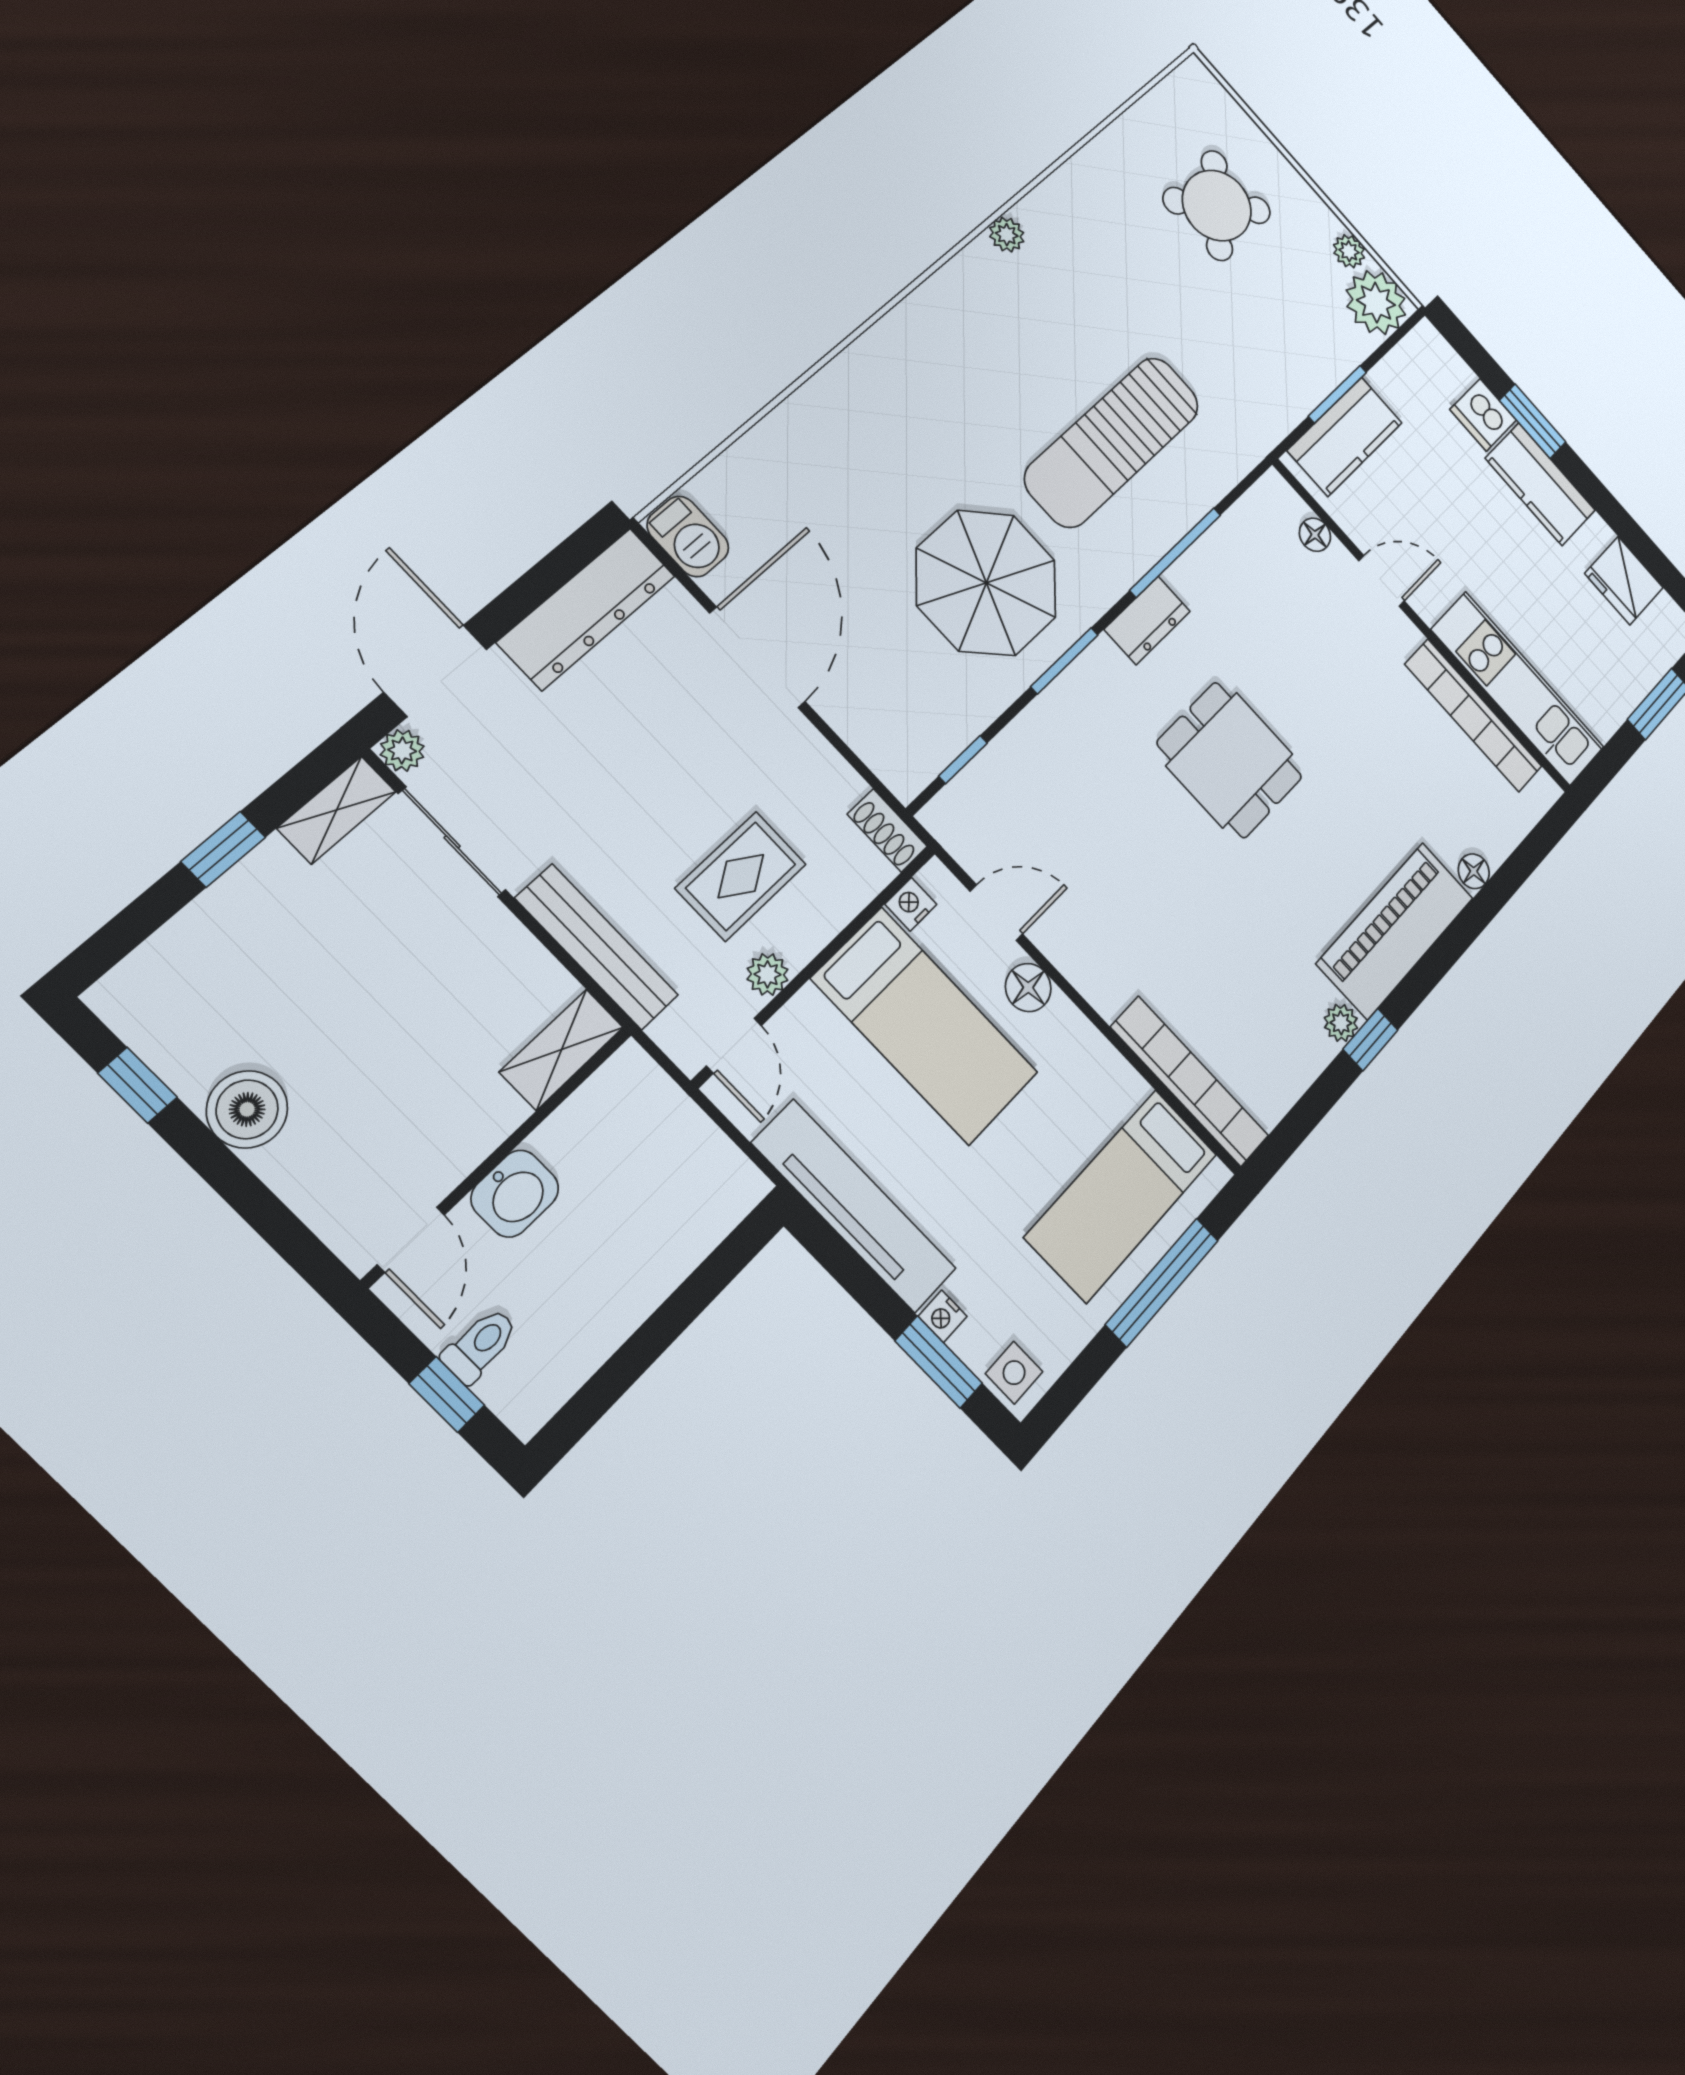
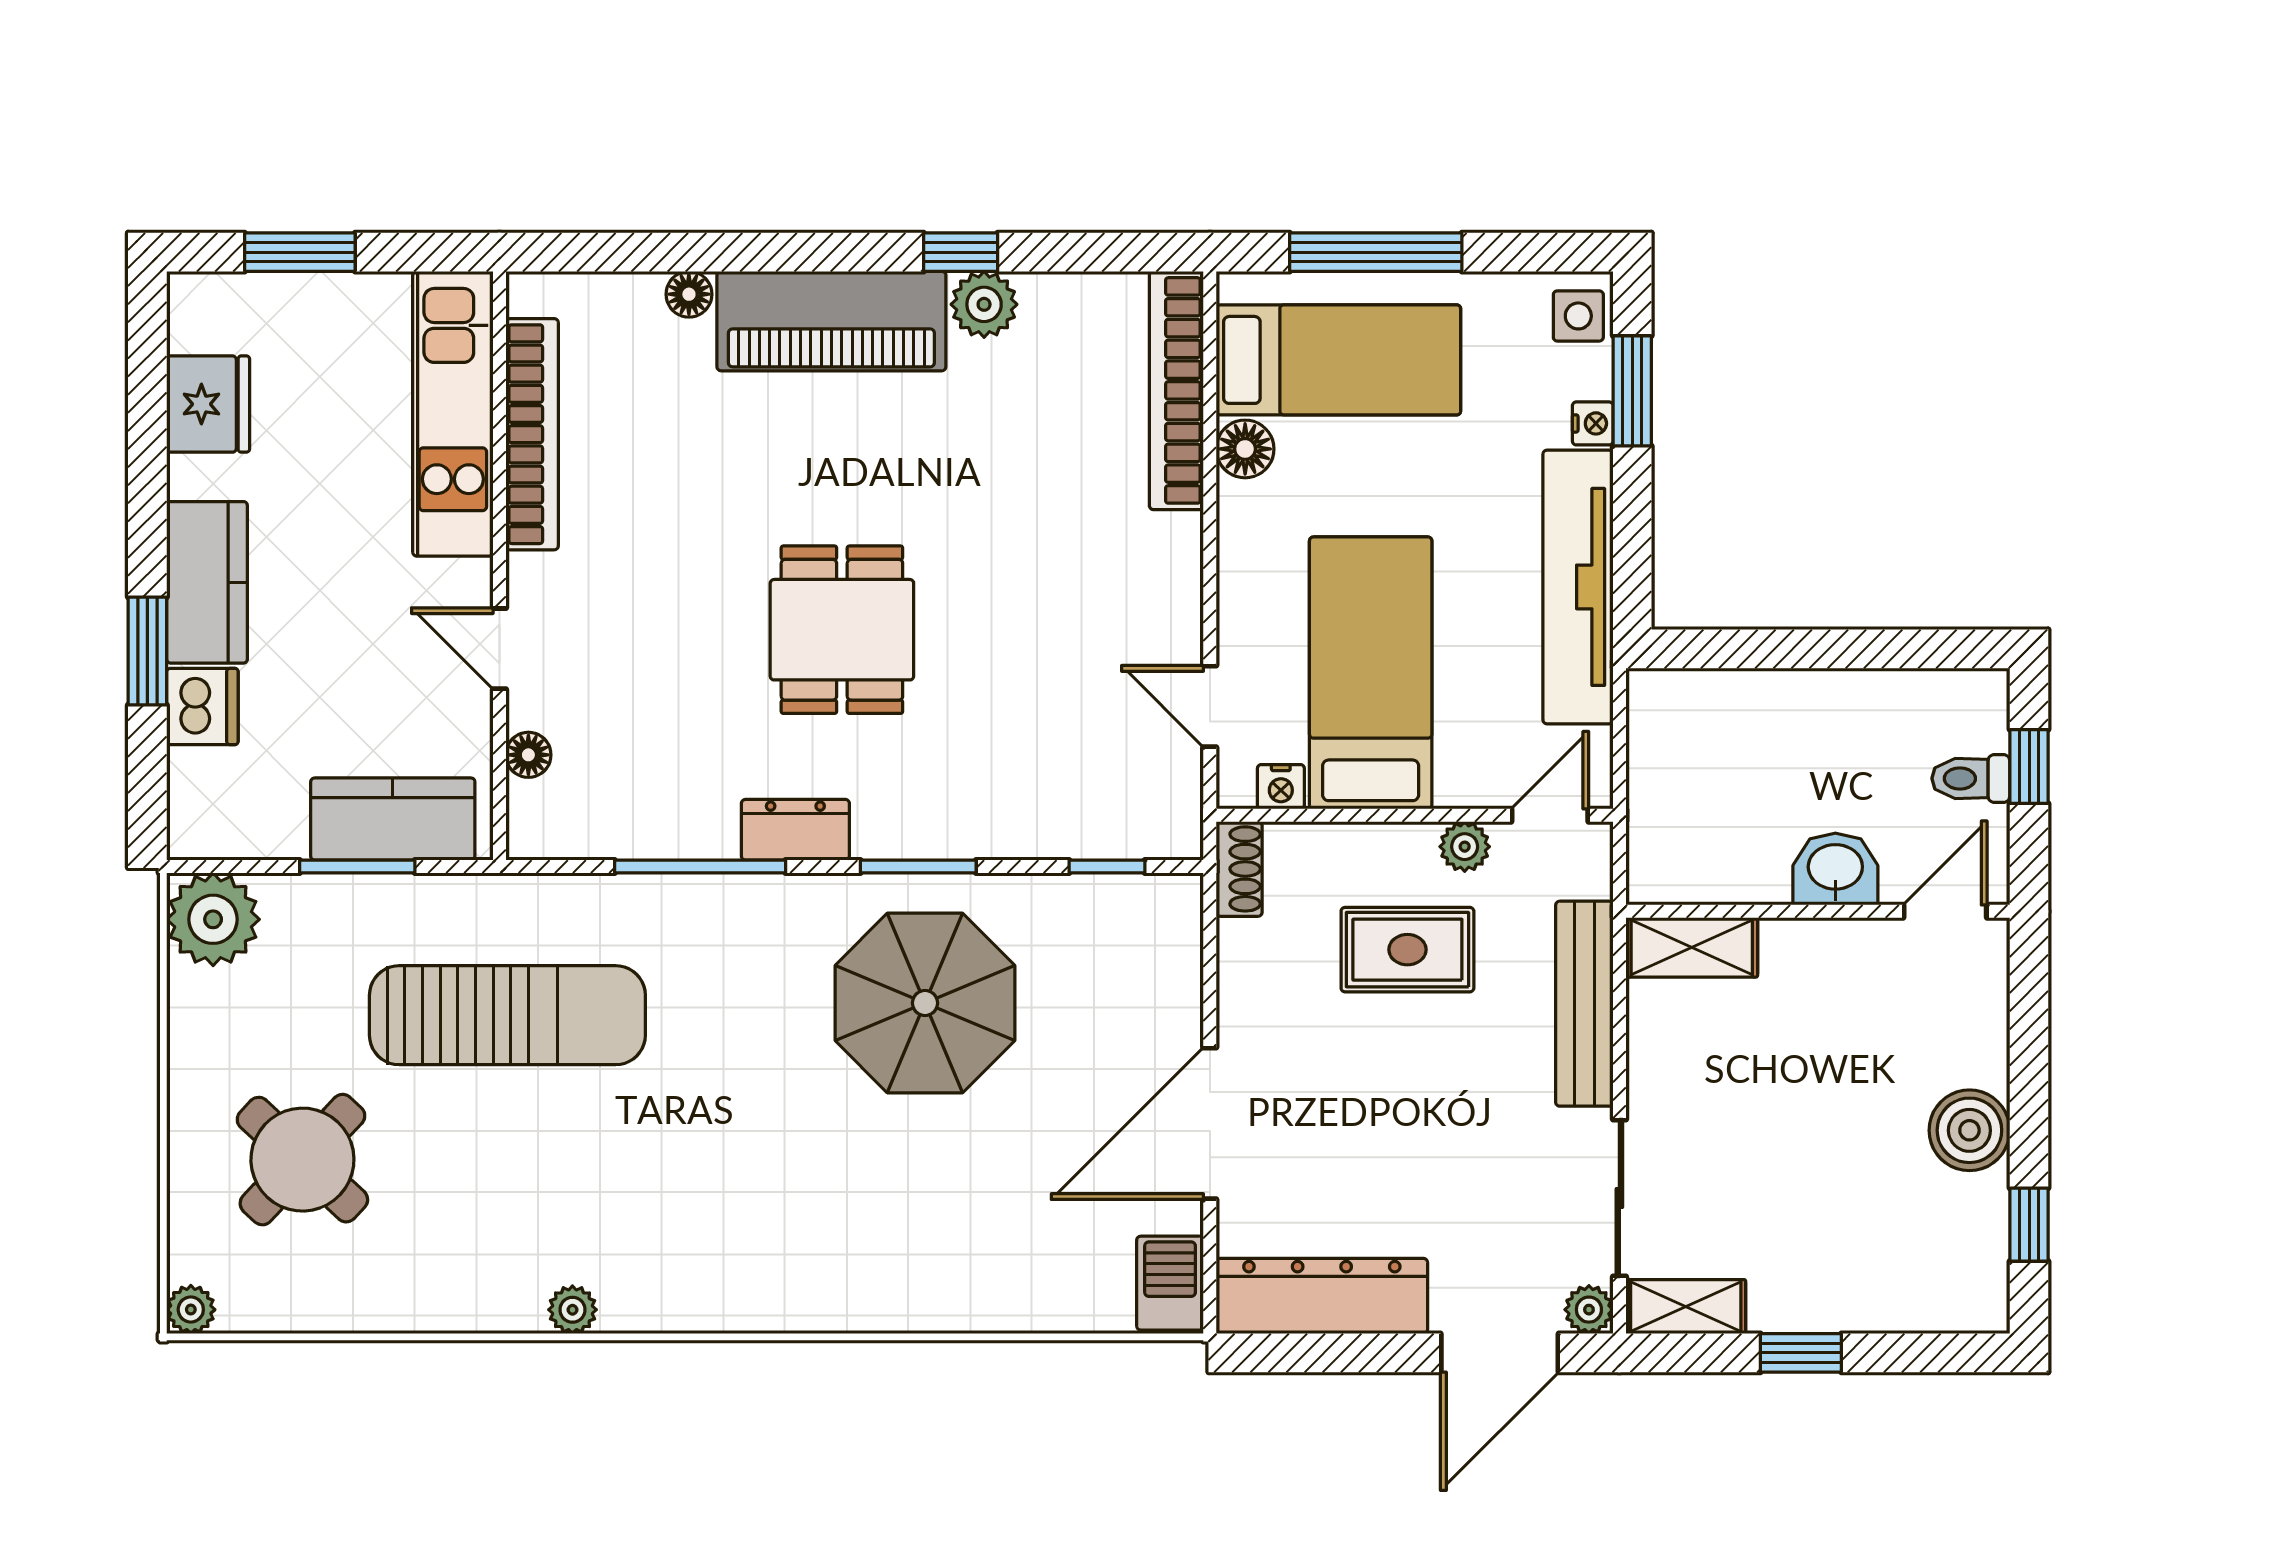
plant: (1349, 251) -> (191, 1310), moved
sun lounger: (1112, 442) -> (507, 1015), moved
floor lamp: (1028, 988) -> (1245, 449), moved
plant: (1341, 1023) -> (984, 304), width x1.38, depth x1.38

